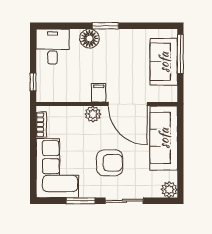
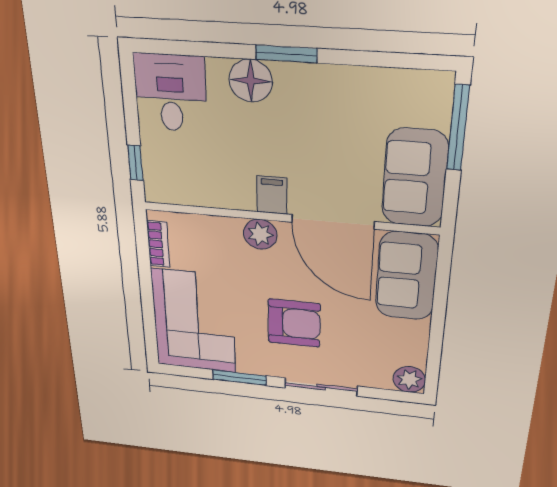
sofa: (164, 62) -> (415, 178), moved
sofa: (164, 138) -> (407, 276), width x0.73

